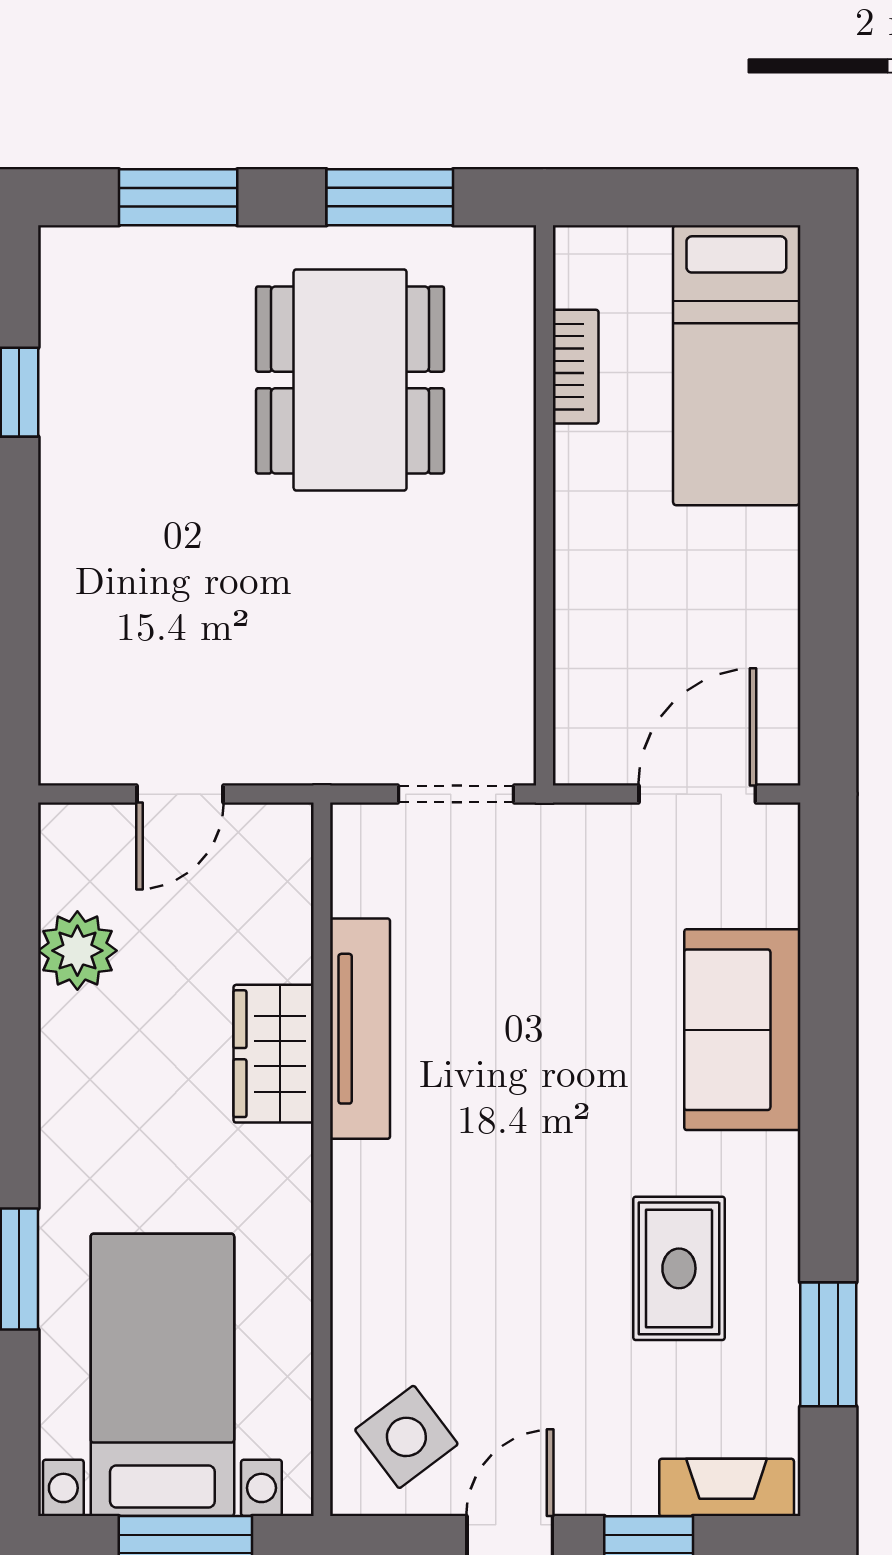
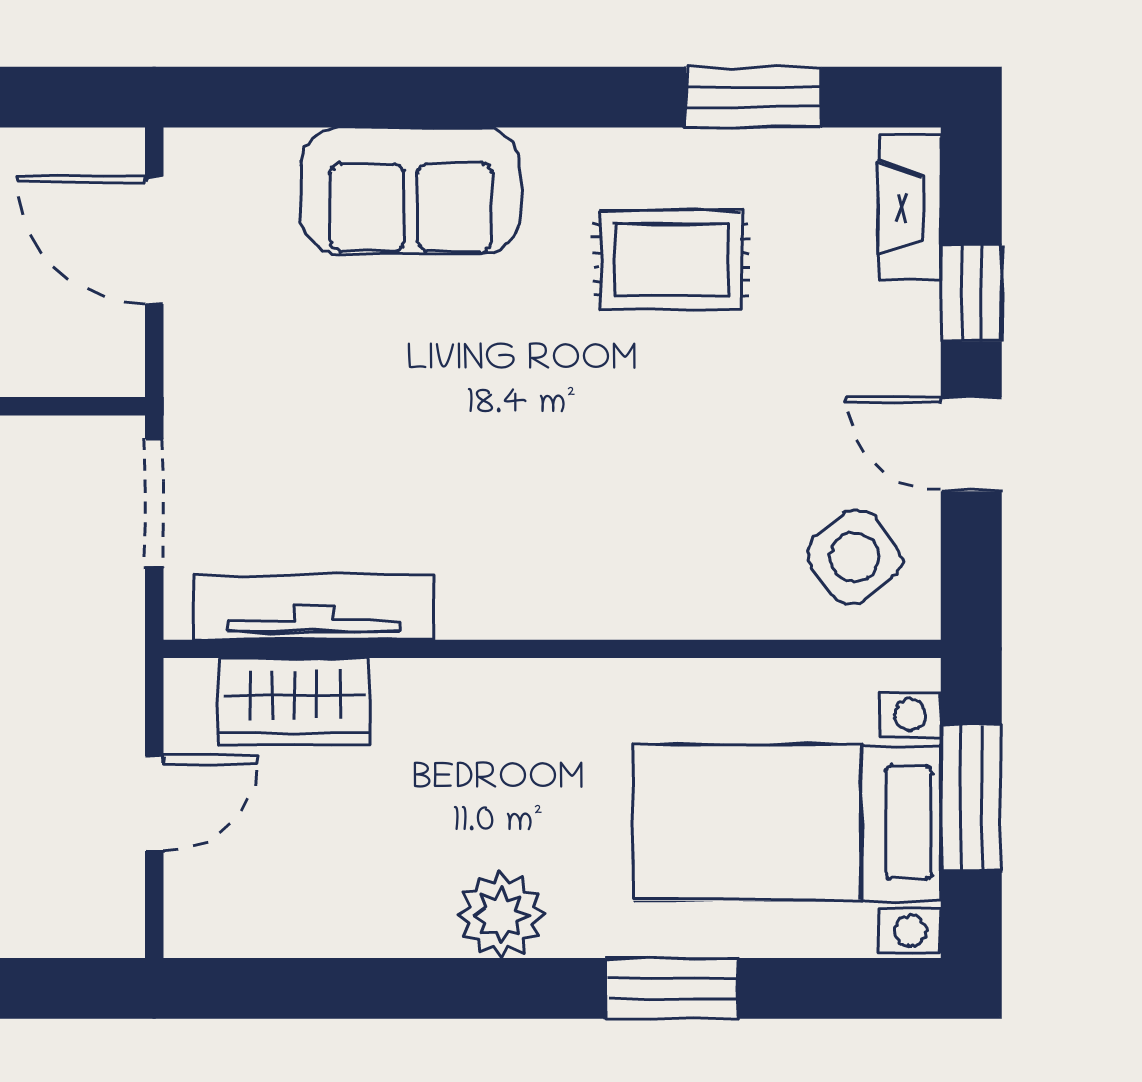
door: (180, 794) -> (154, 804), hinge flipped
plant: (77, 951) -> (501, 915), moved
tv unit: (360, 1029) -> (314, 607), moved
wardrobe: (274, 1054) -> (294, 702), moved

